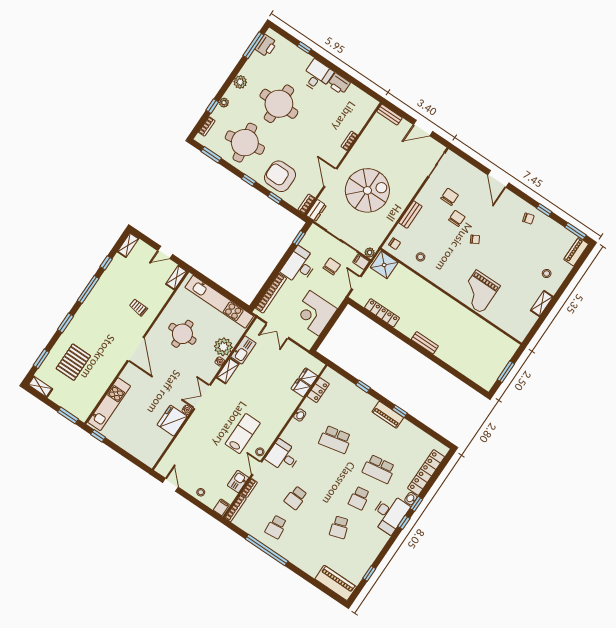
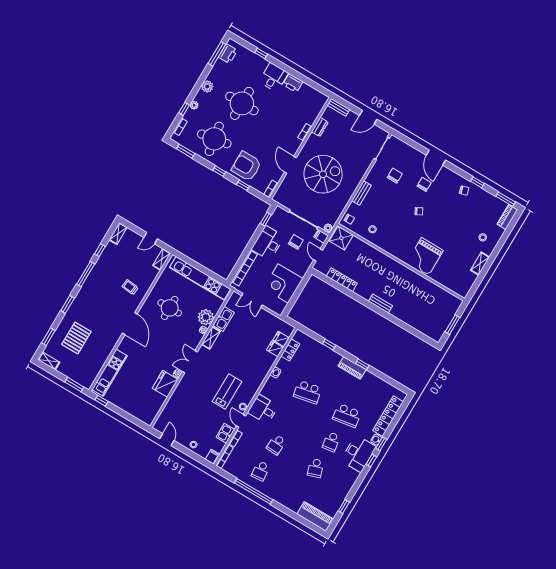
dresser: (316, 210) -> (320, 127), moved
chair: (457, 218) -> (424, 184), moved

